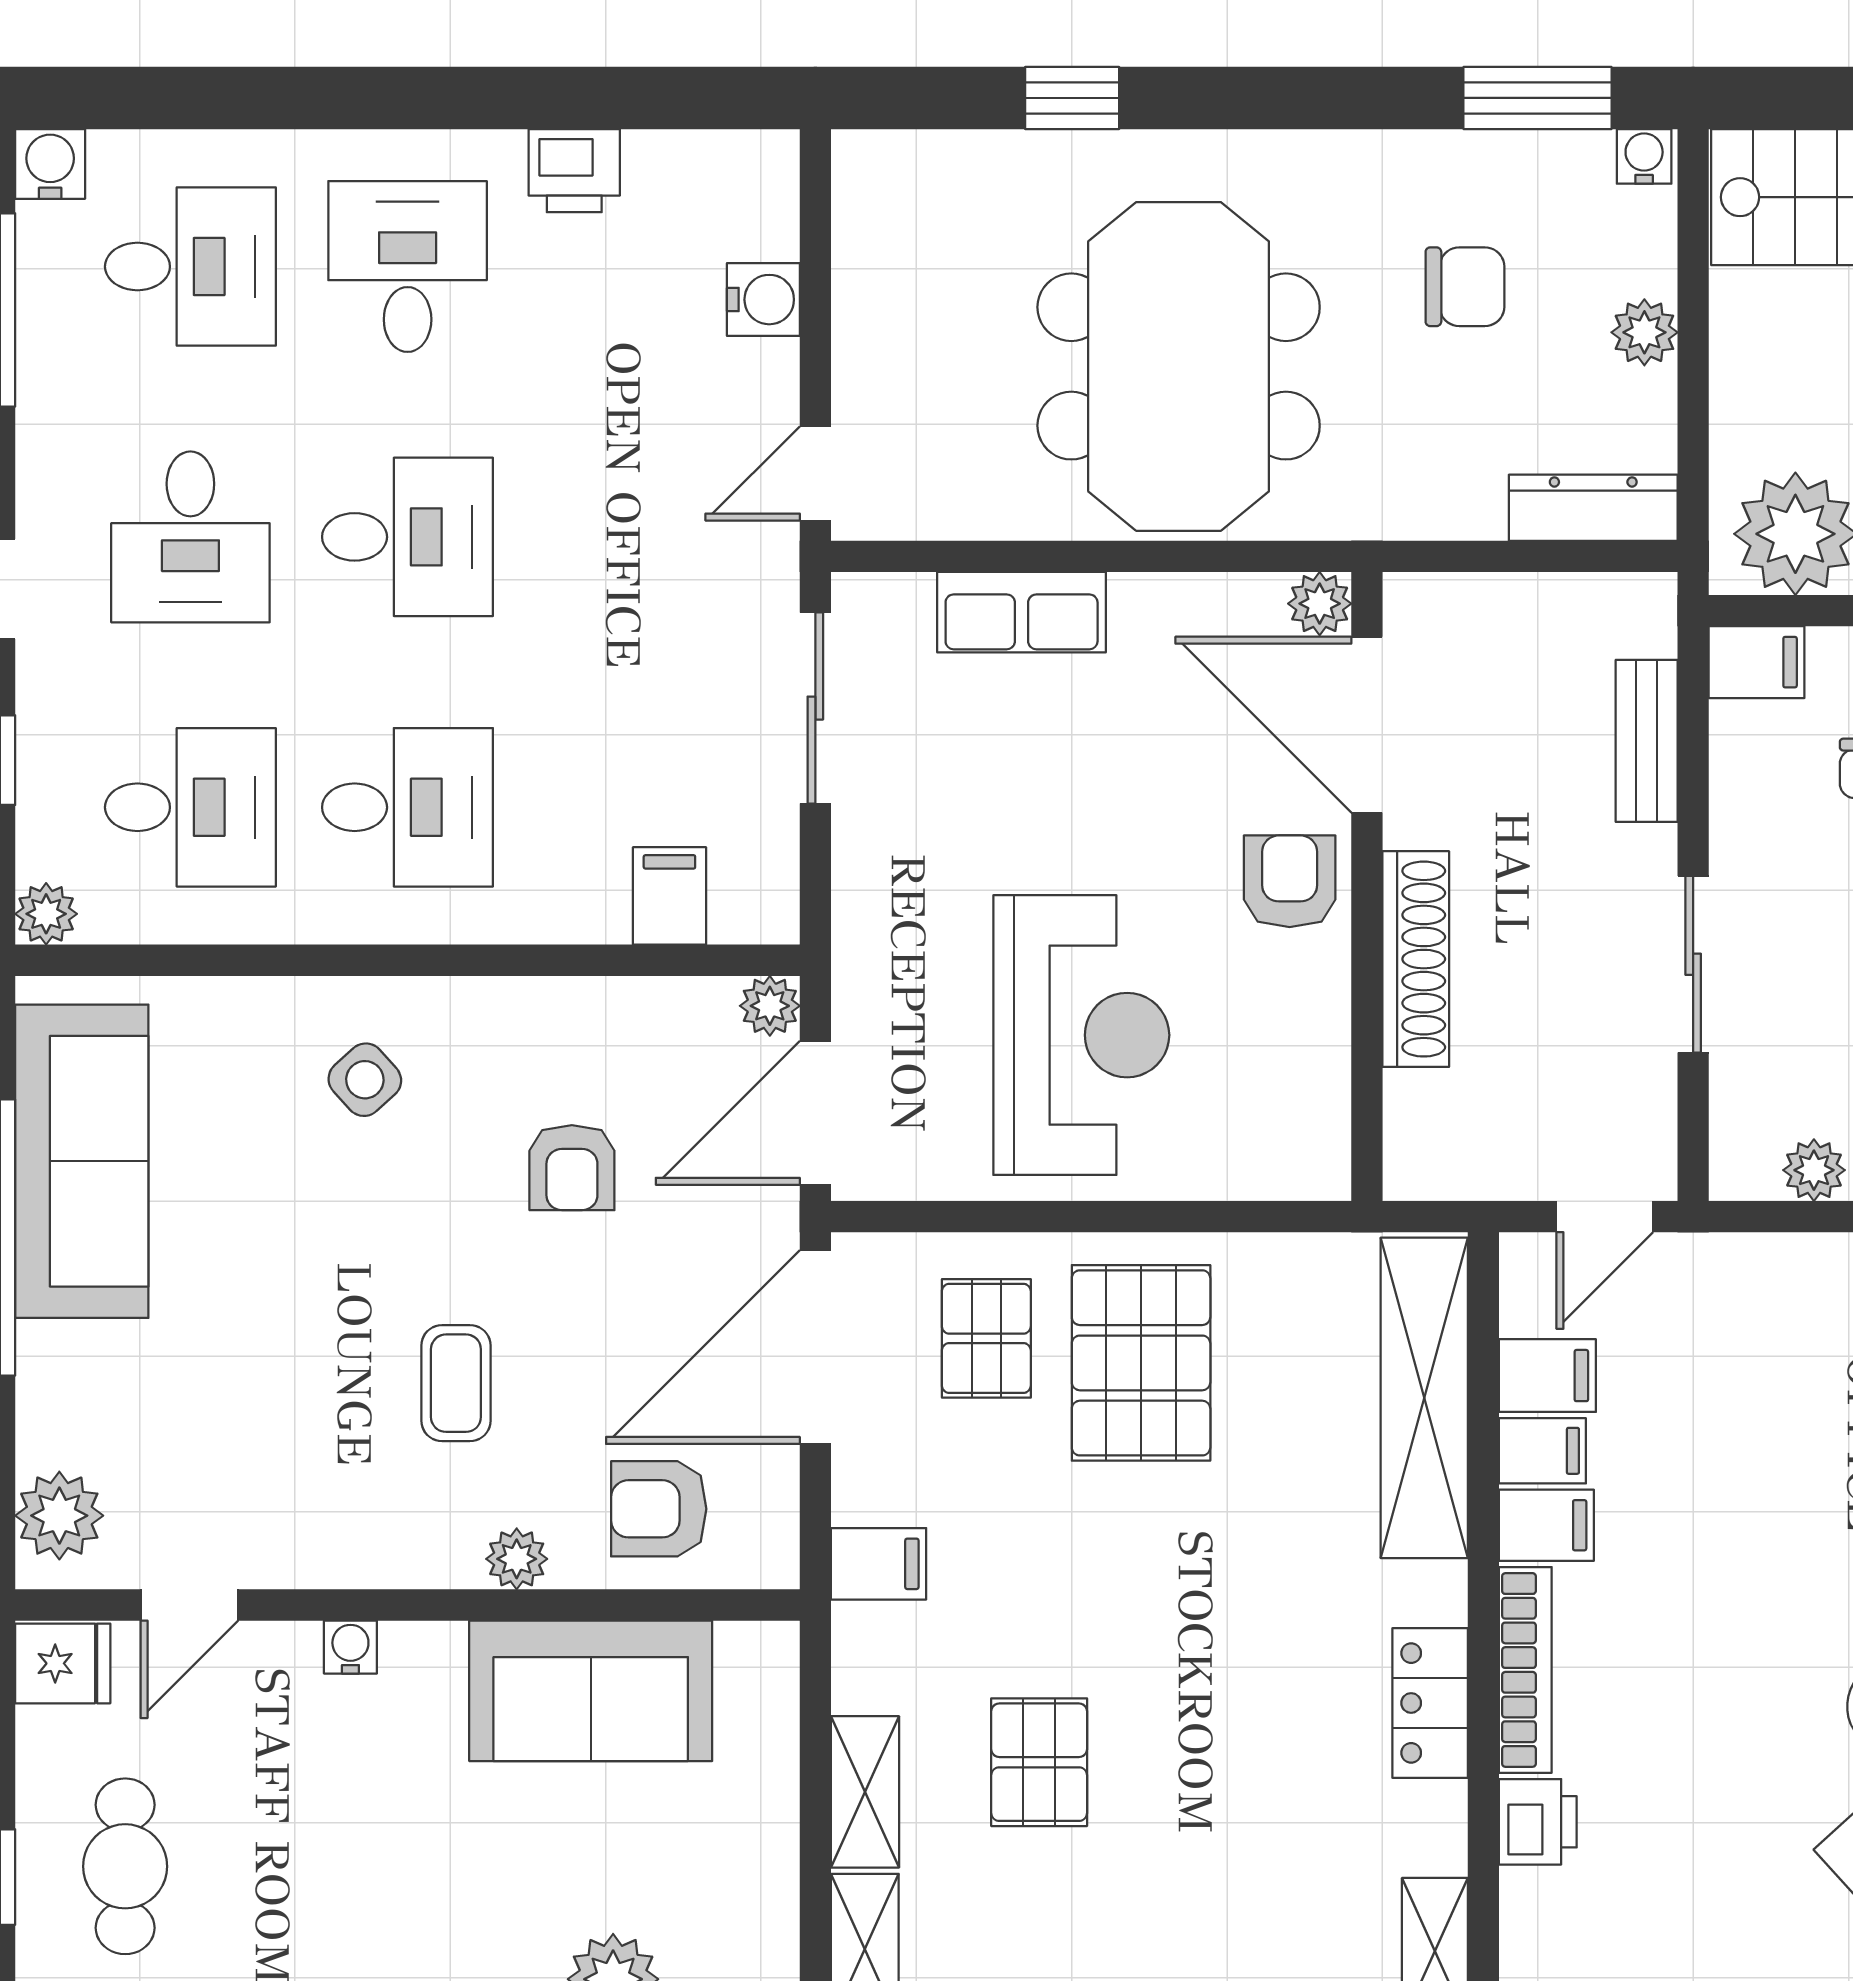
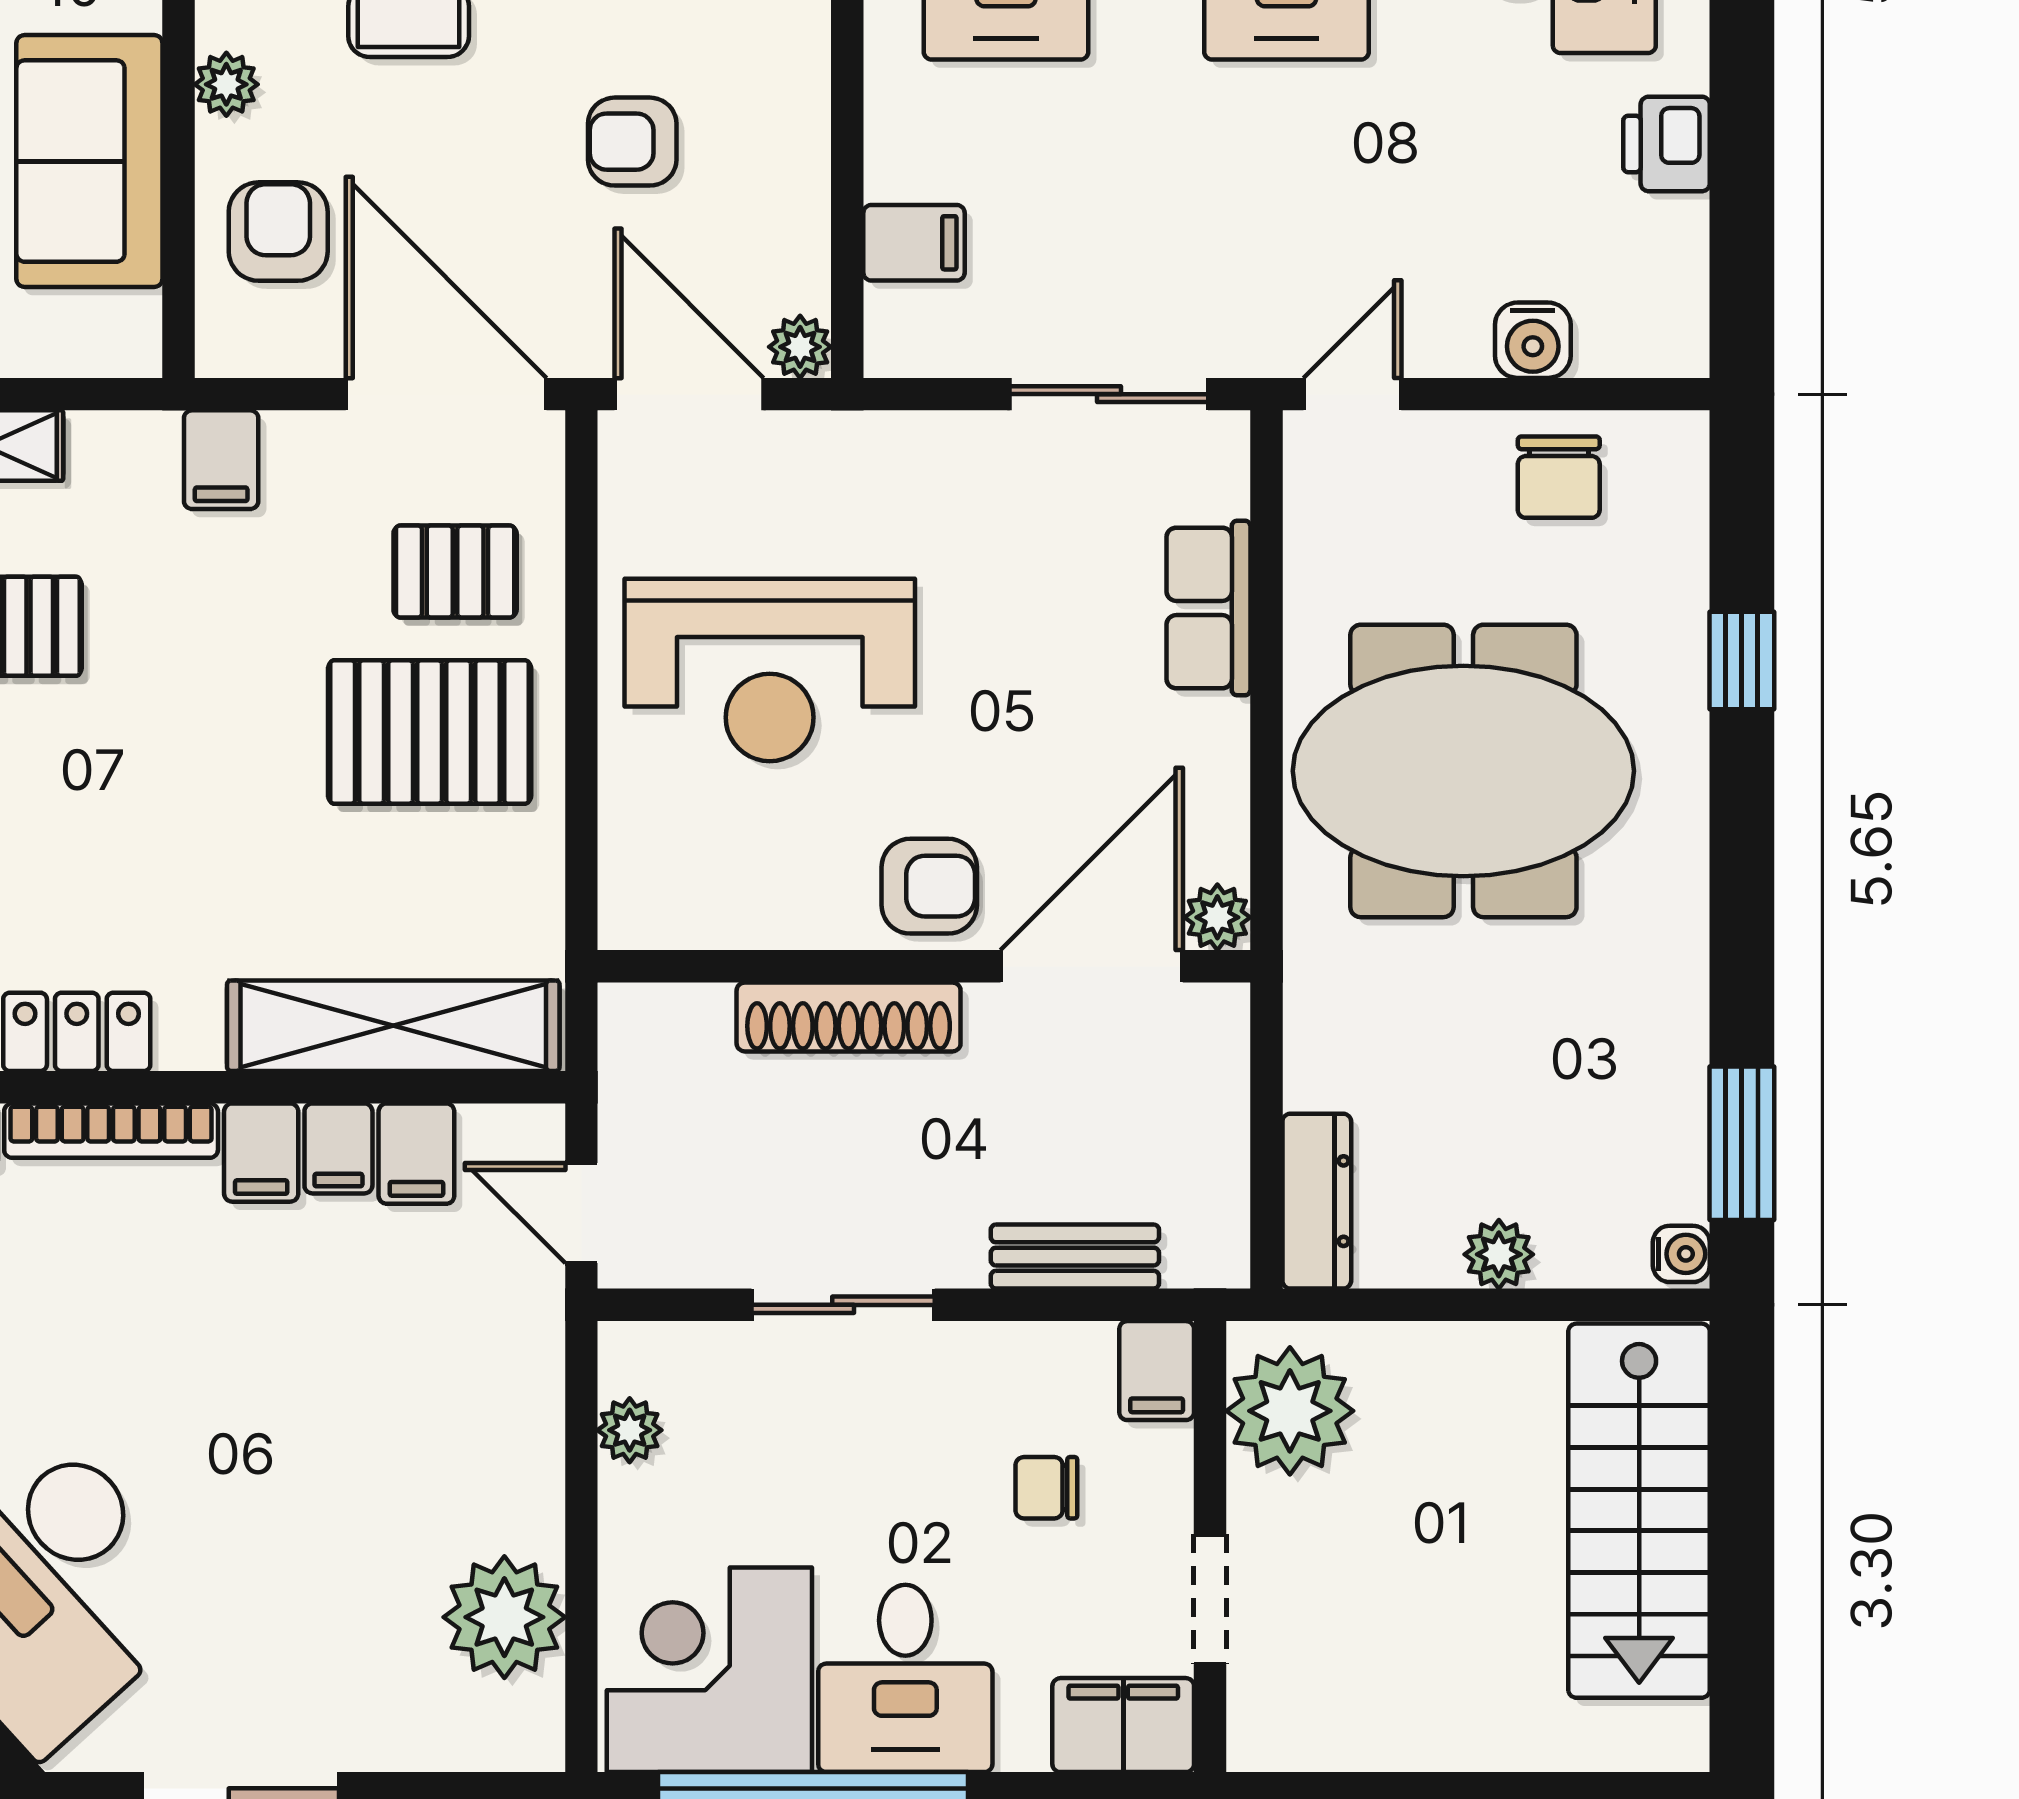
chair: (1465, 287) -> (1559, 477), moved
door: (815, 473) -> (1352, 394), hinge flipped

